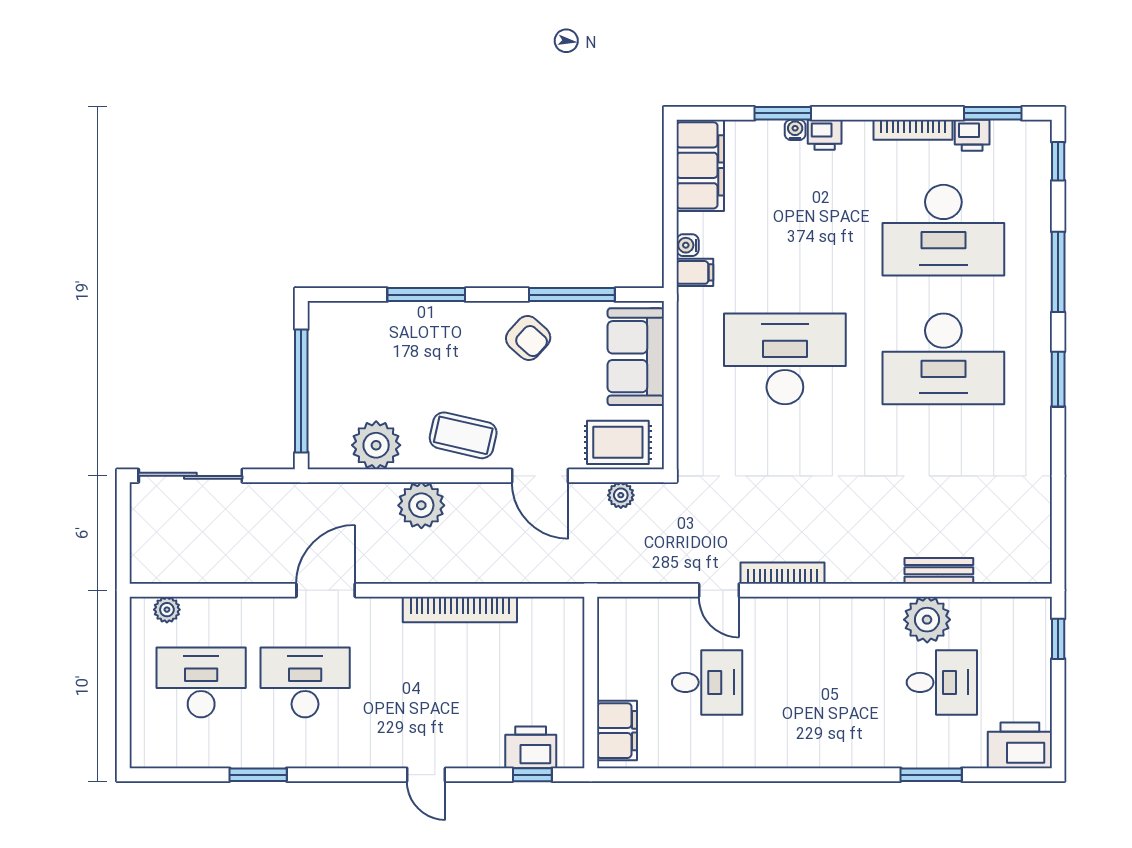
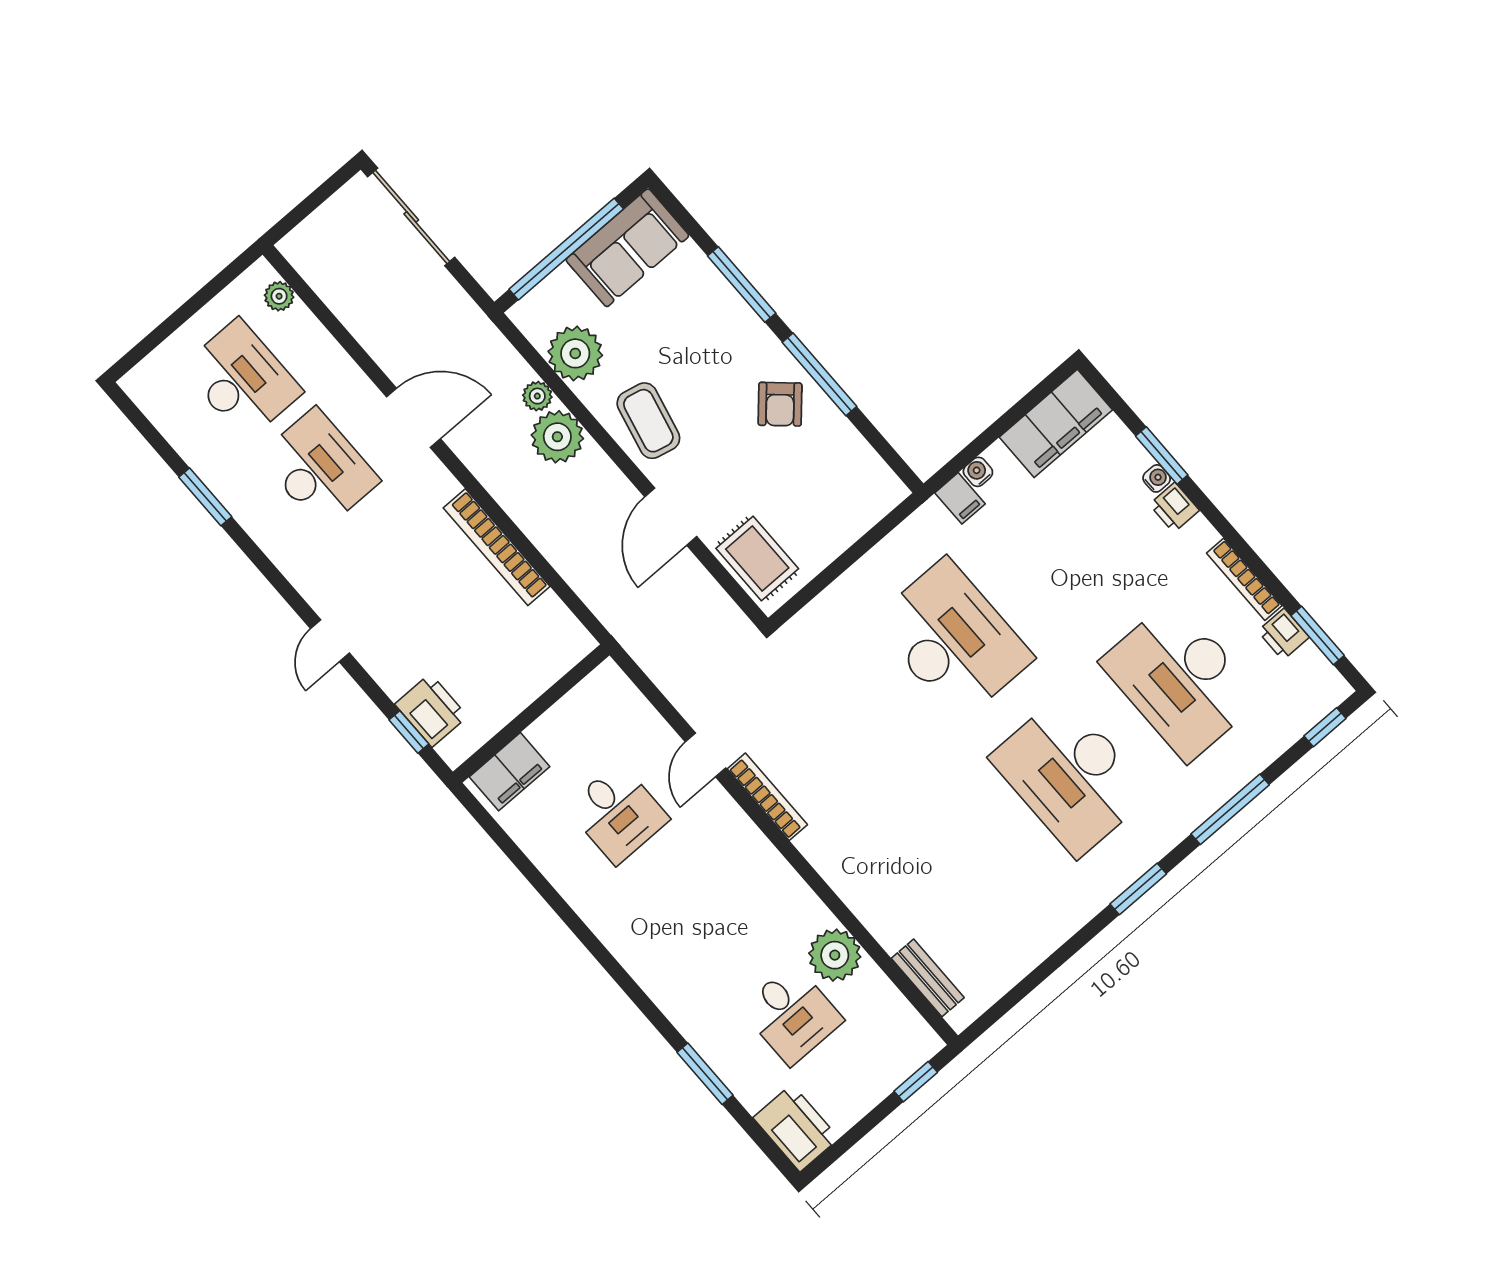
window: (572, 295) -> (819, 374), moved
sofa: (636, 357) -> (627, 248), moved, turned 180
plant: (621, 495) -> (537, 396), moved
bench: (939, 571) -> (928, 978), moved

